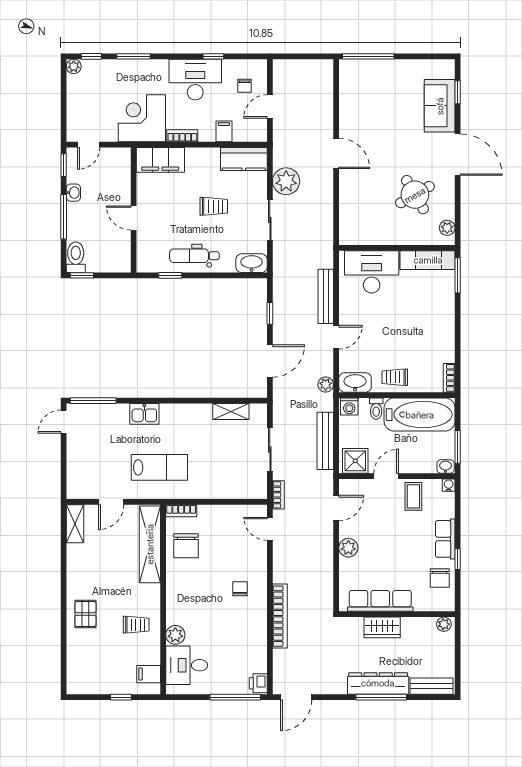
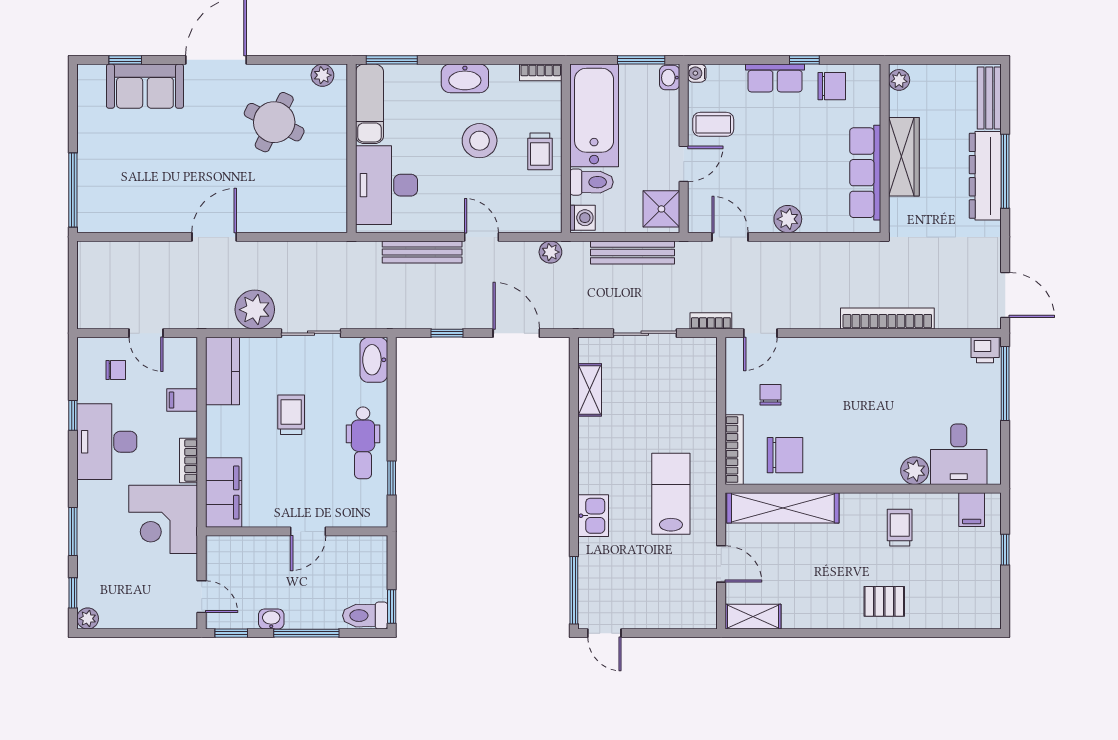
round table: (415, 195) -> (274, 122), turned -34
stool: (402, 336) -> (480, 141), added
washbasin: (355, 382) -> (465, 78), moved, turned -90
toilet: (376, 409) -> (592, 182), width x1.37, depth x1.39
door: (386, 476) -> (684, 164), swing flipped
bookcase: (181, 511) -> (734, 450), width x1.56
chair: (240, 589) -> (770, 395), moved, turned 90
wardrobe: (382, 627) -> (904, 157), width x1.50

